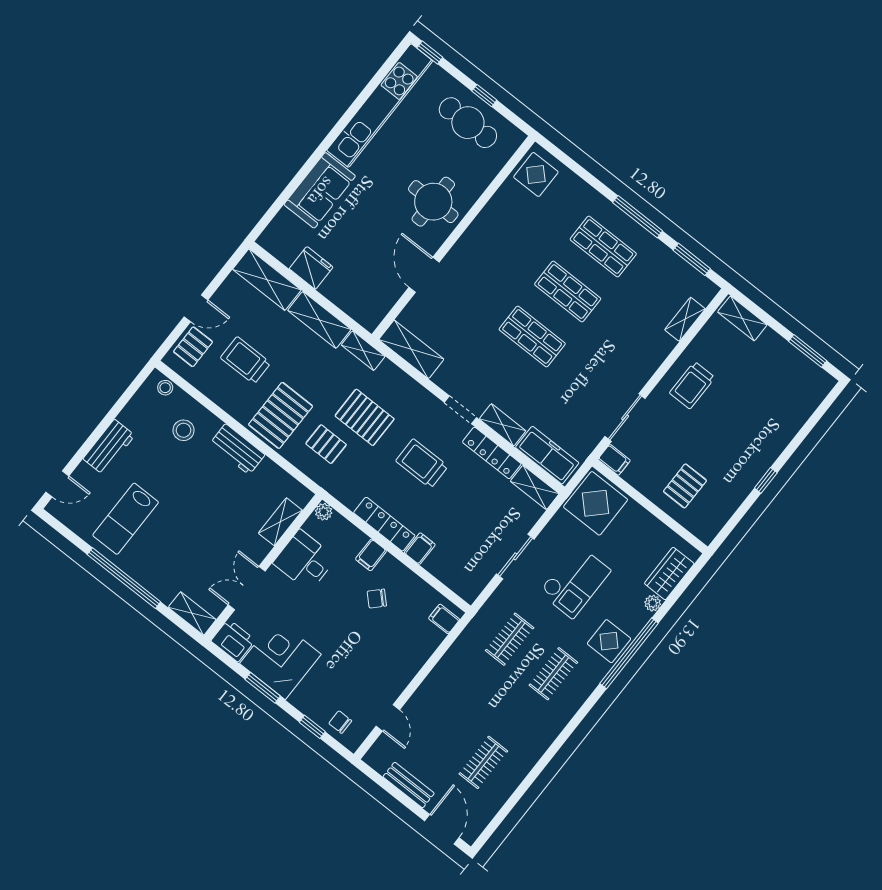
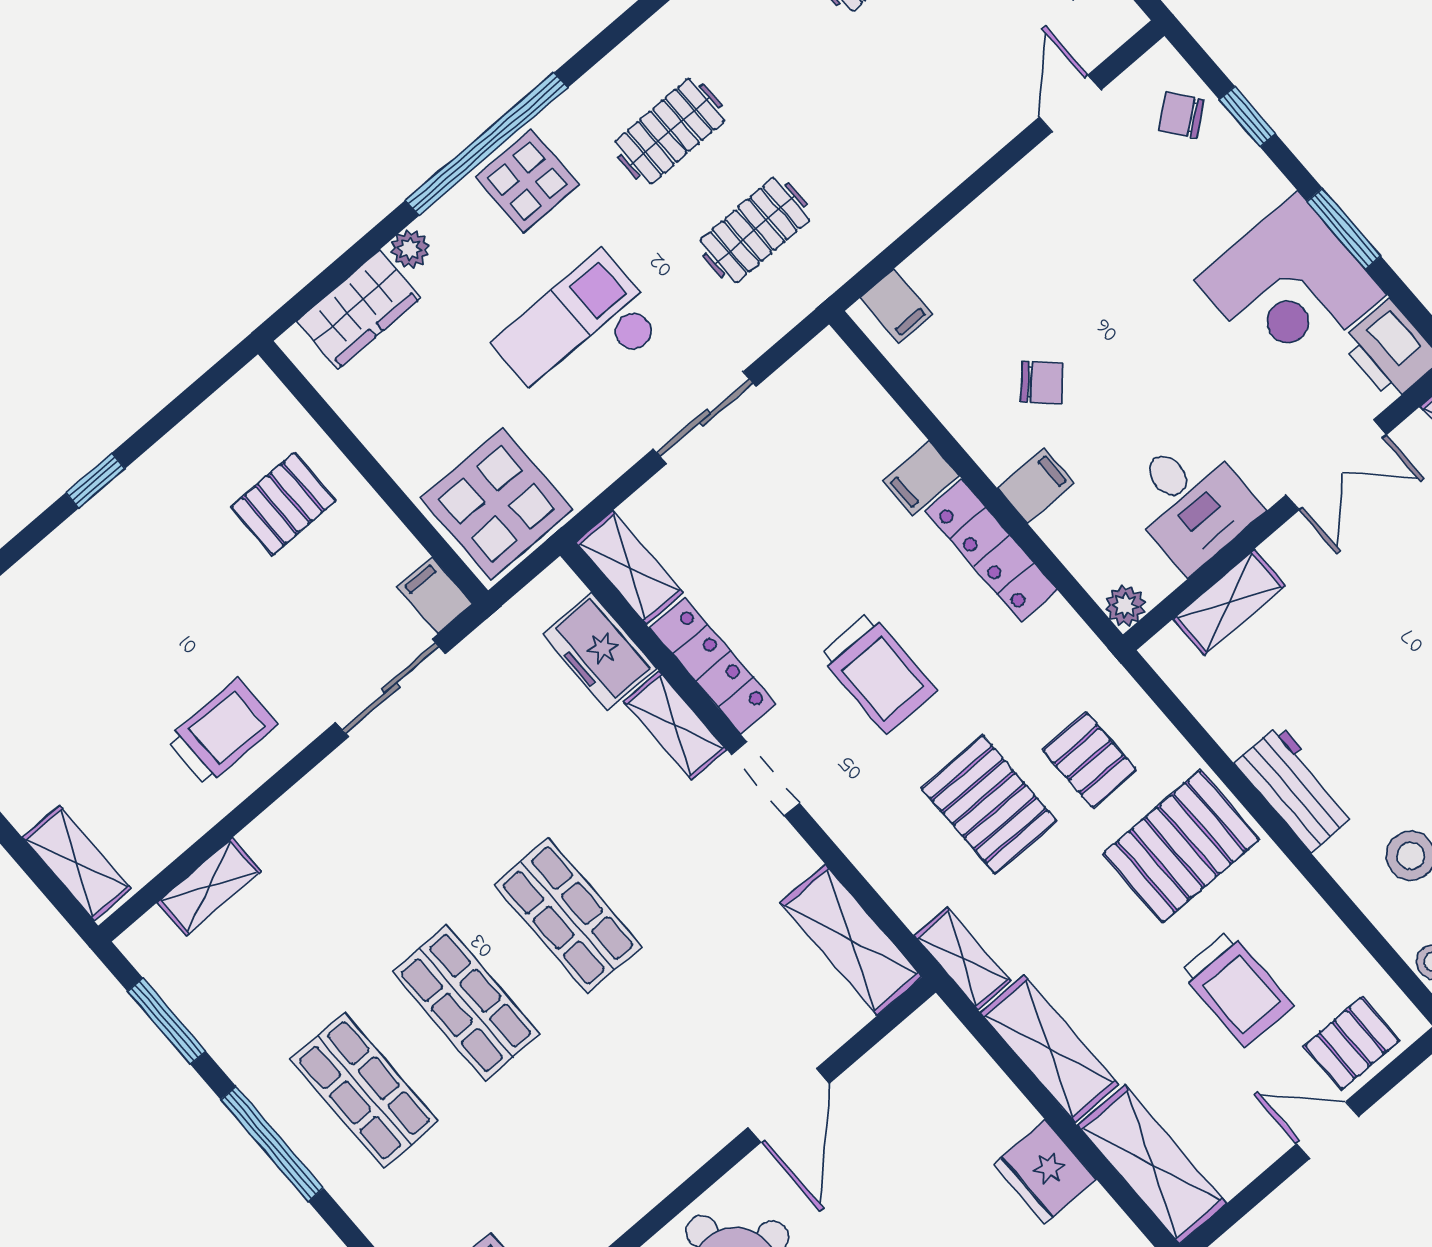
freezer: (547, 455) -> (599, 651), width x0.71
chair: (340, 722) -> (1181, 115), turned 142

